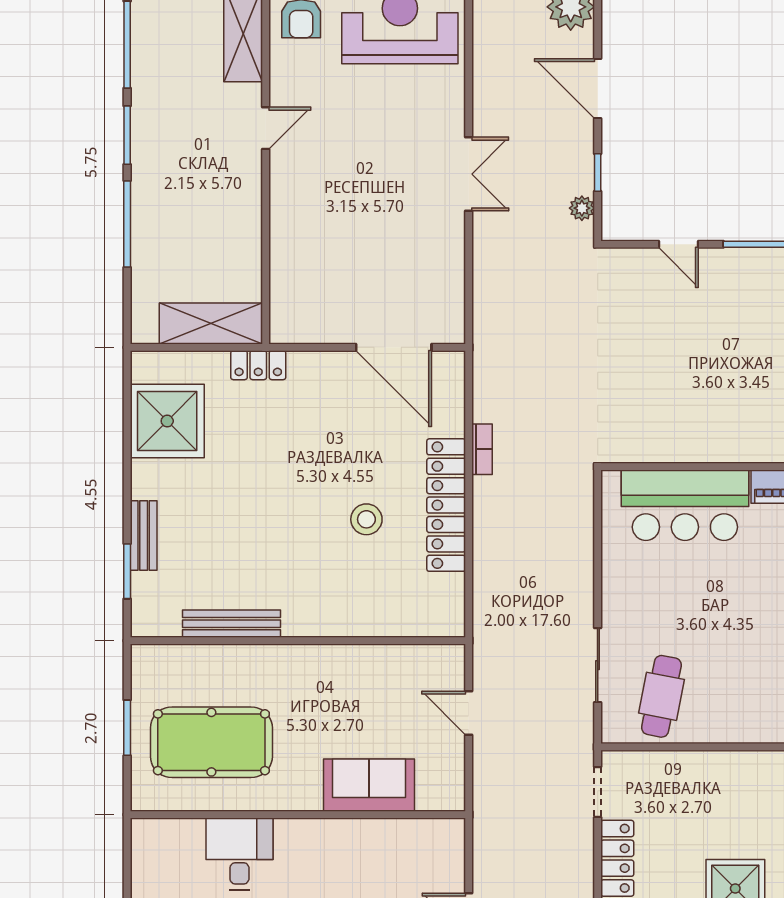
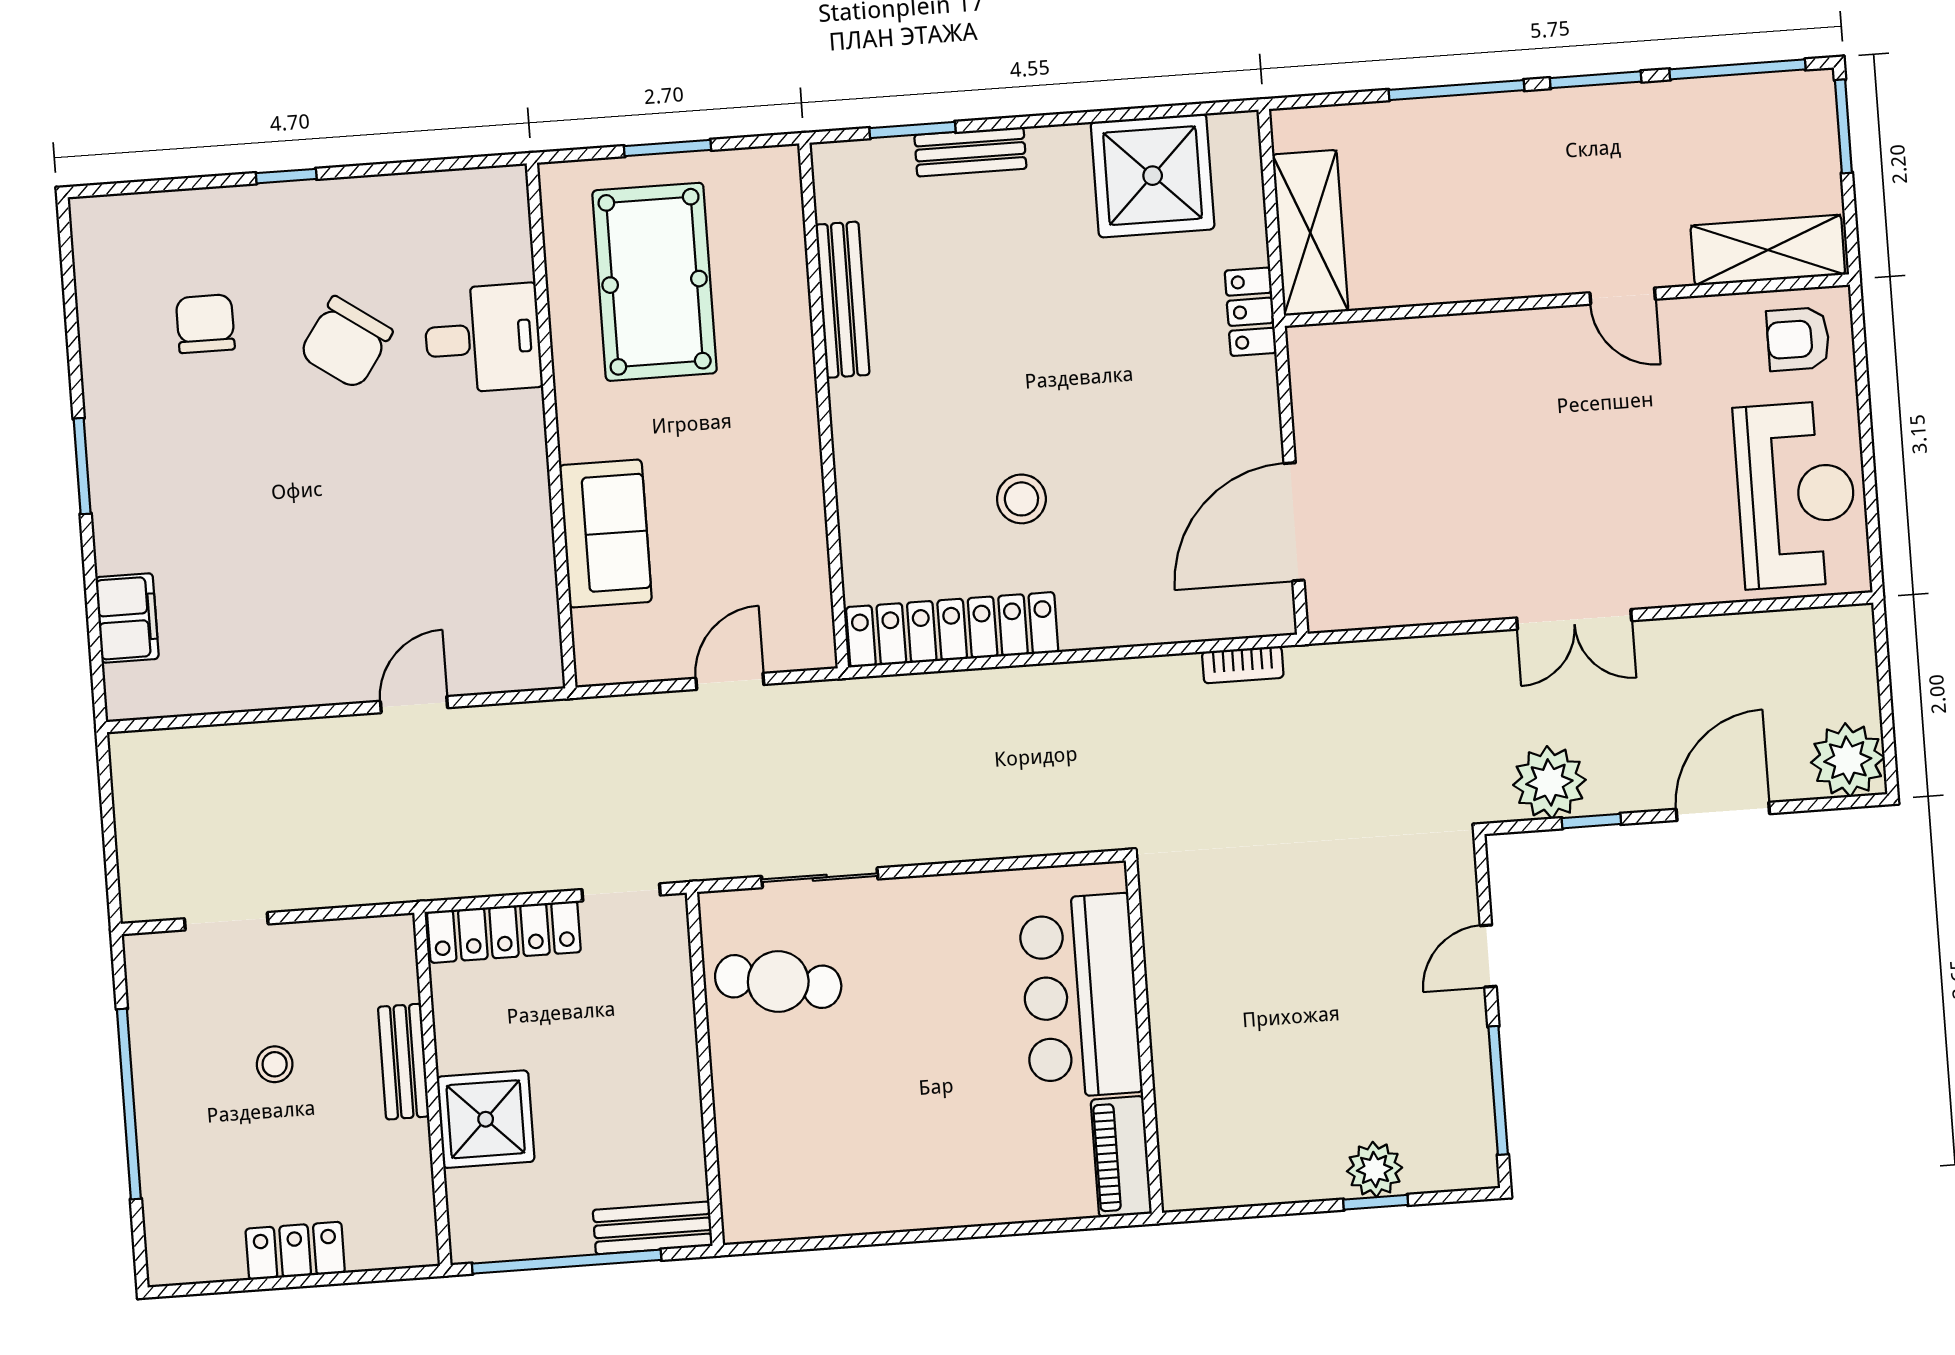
plant: (582, 208) -> (1549, 782), width x1.88, depth x1.88
bookcase: (482, 449) -> (1243, 665), moved
locker: (446, 505) -> (952, 630), moved

